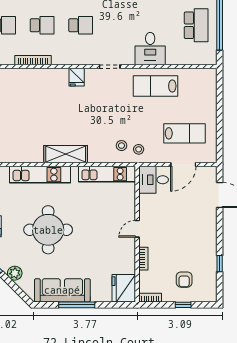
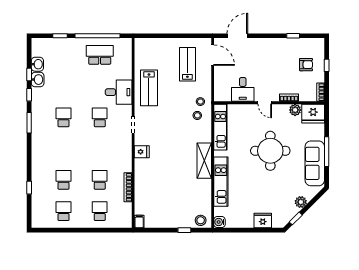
school desk: (81, 25) -> (100, 117), moved
door: (183, 164) -> (213, 55), moved
desk: (154, 180) -> (243, 89), moved
round table: (48, 230) -> (270, 151), moved
plant: (128, 266) -> (295, 110), added

